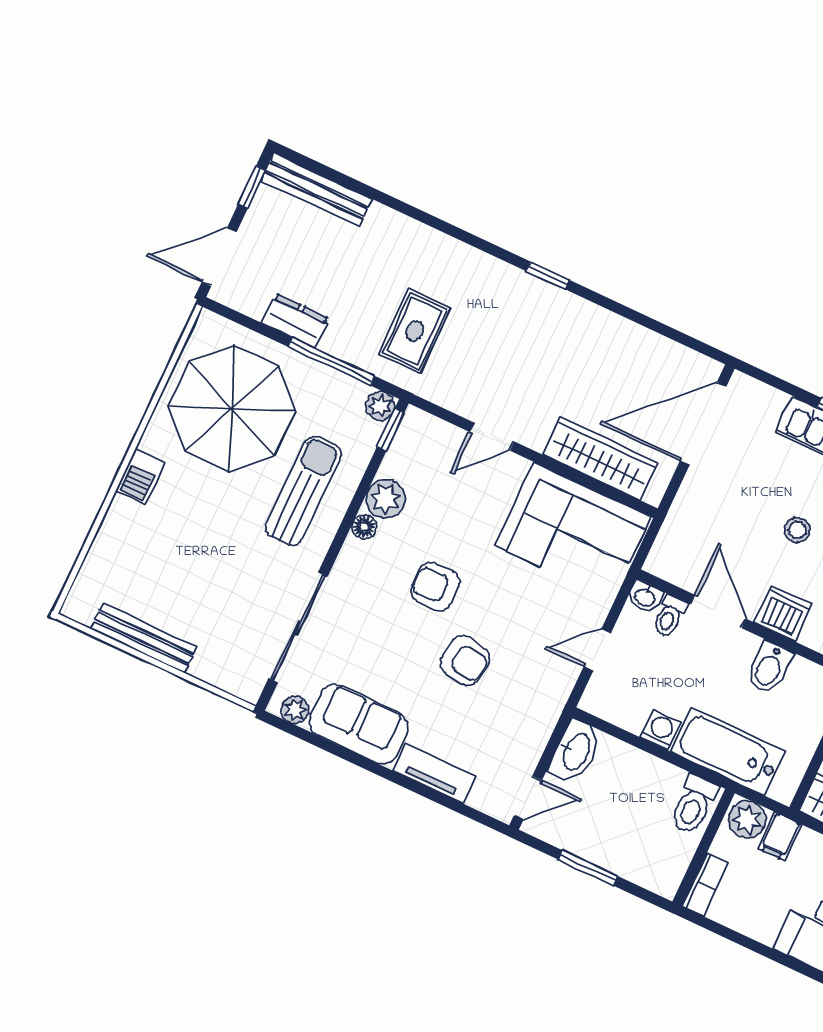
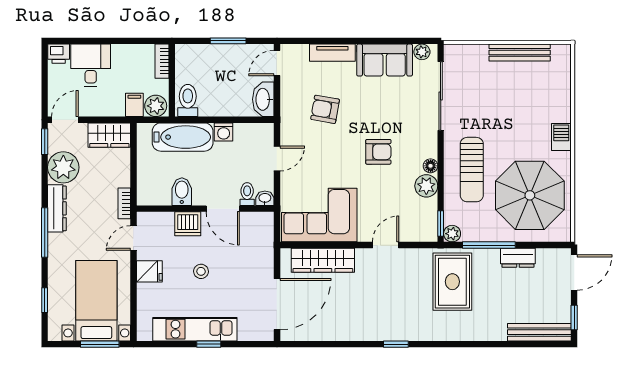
rug: (415, 331) -> (452, 282), width x1.36, depth x1.43
armchair: (465, 660) -> (325, 109), moved

